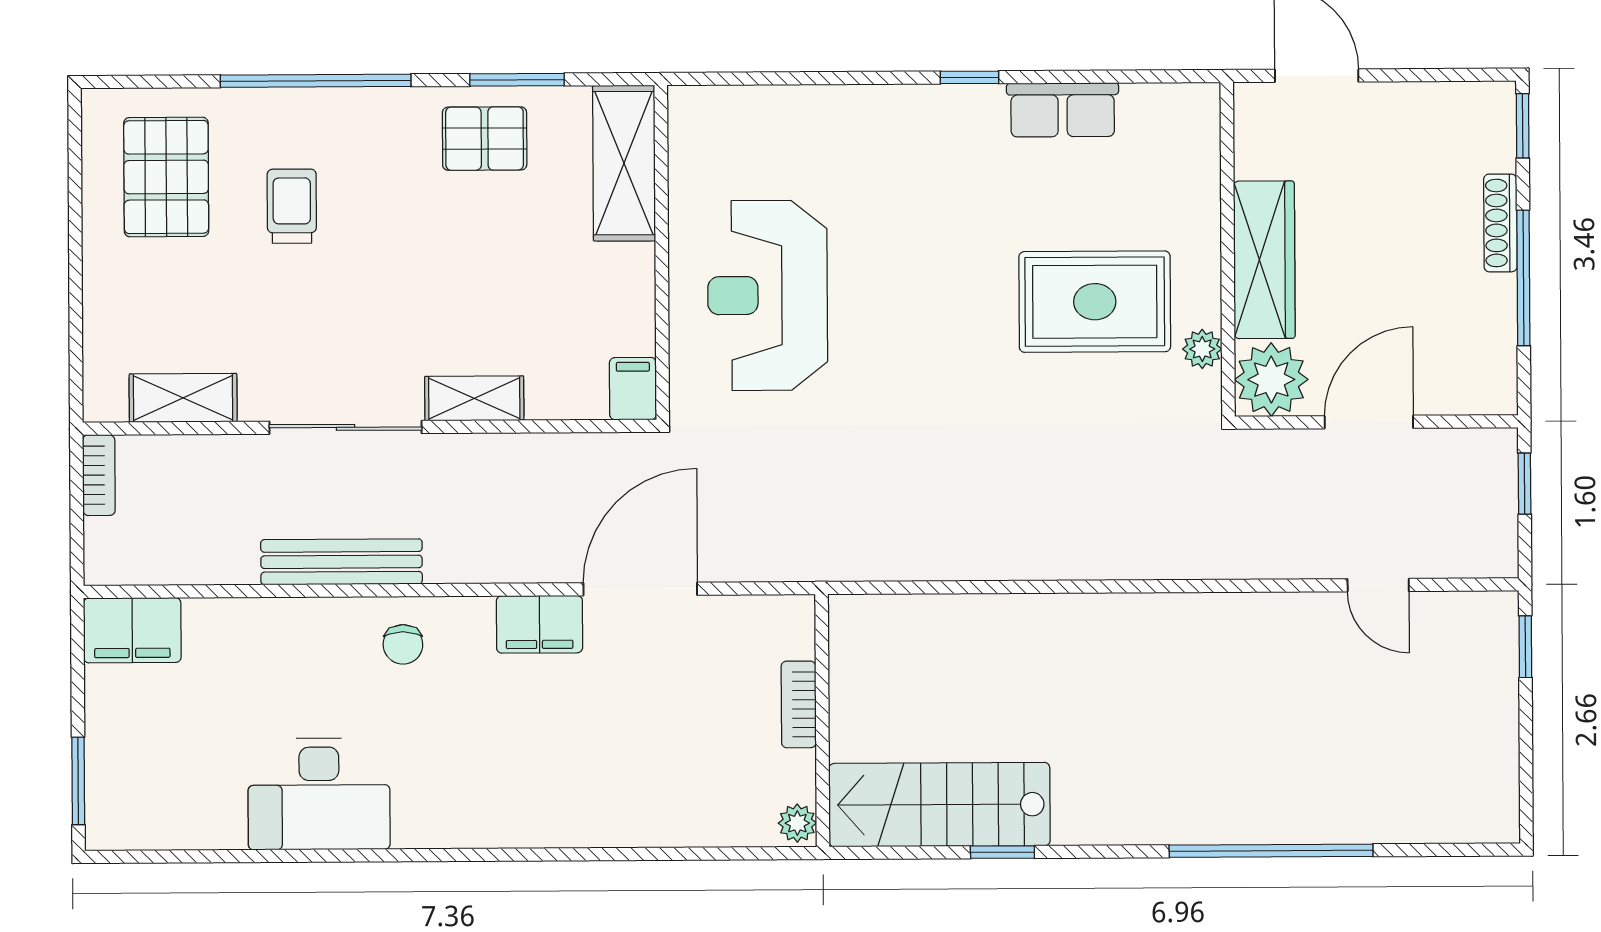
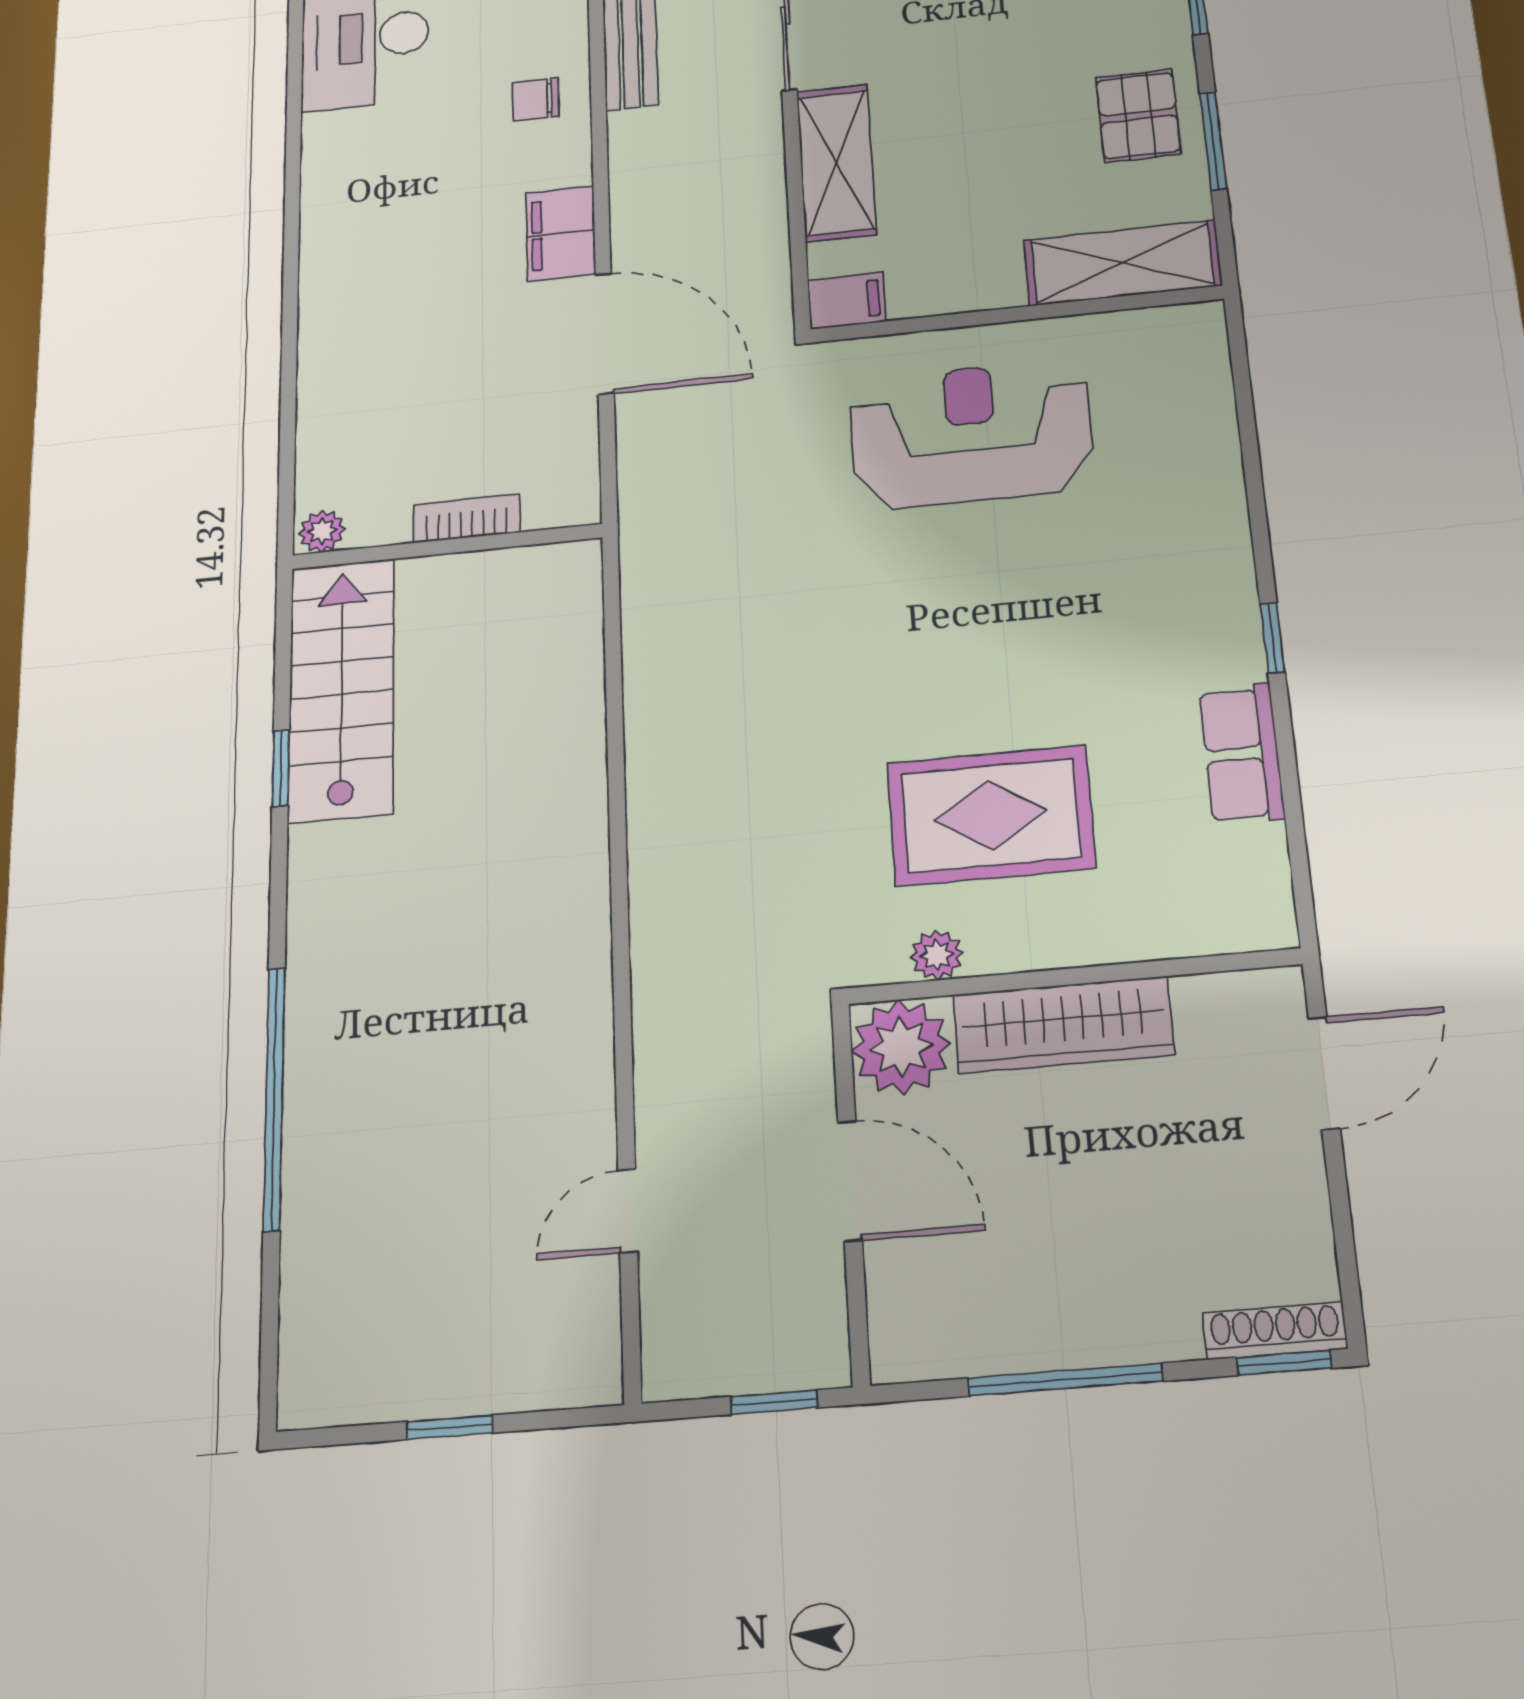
shoe rack: (1500, 223) -> (1275, 1331), moved
rug: (1095, 302) -> (991, 815), turned 90
shelving: (474, 398) -> (836, 163), width x1.50, depth x1.33
window: (1525, 647) -> (449, 1427), moved

